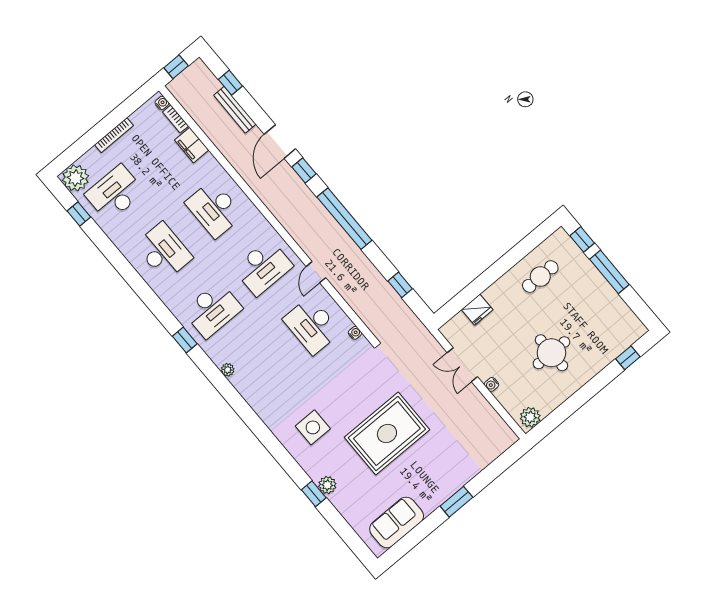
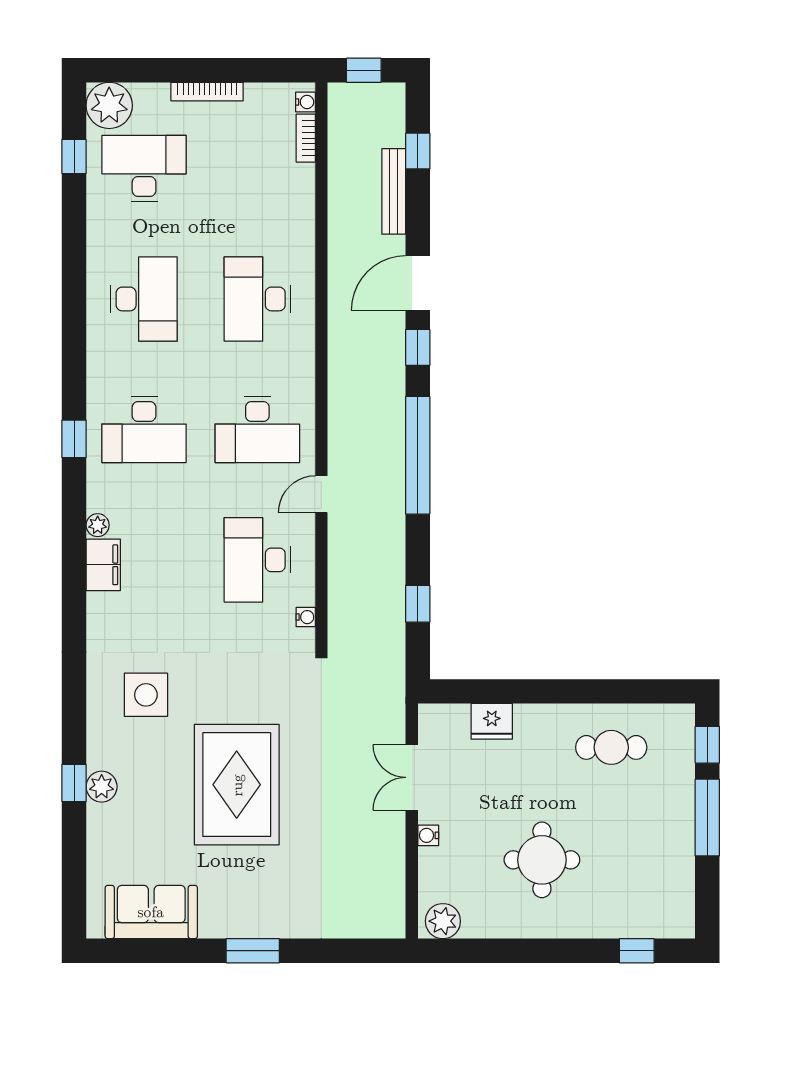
filing cabinet: (192, 145) -> (103, 565), moved, turned 180
rug: (387, 433) -> (237, 785), turned 90

